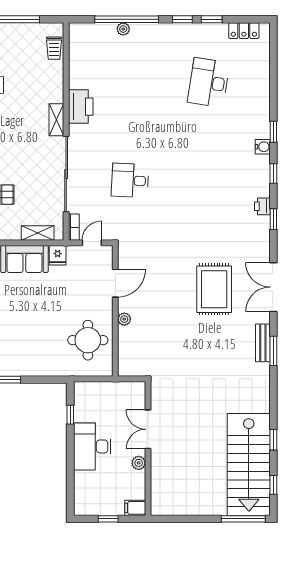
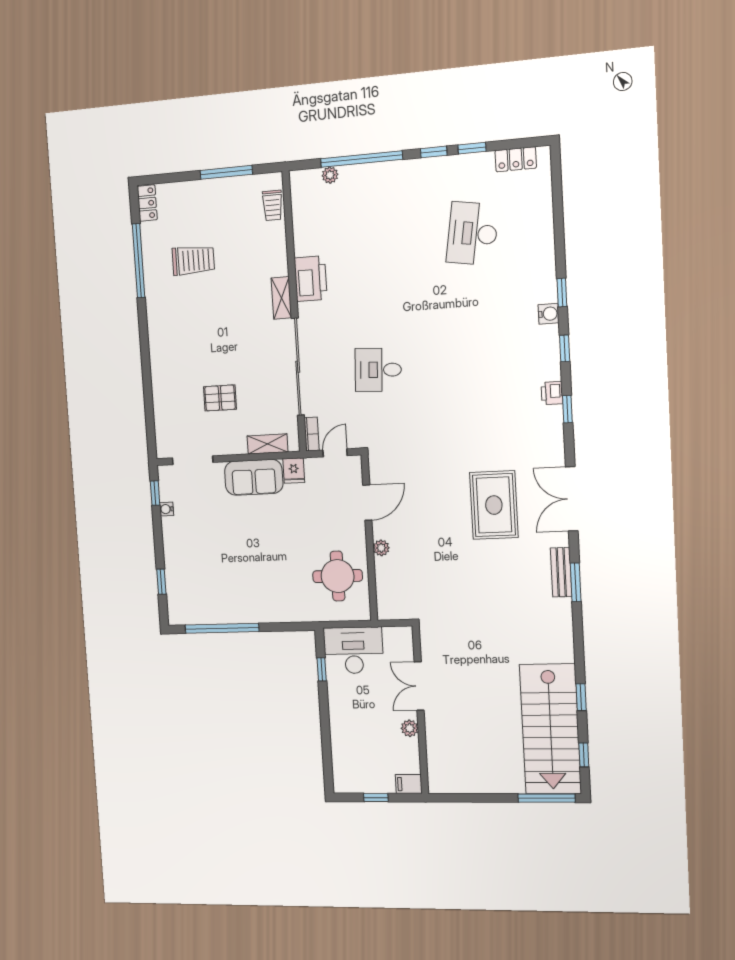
plant: (123, 29) -> (330, 175), moved
desk: (92, 446) -> (353, 650), moved, turned 90

